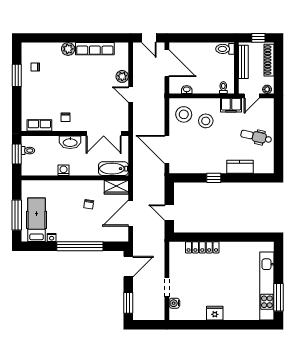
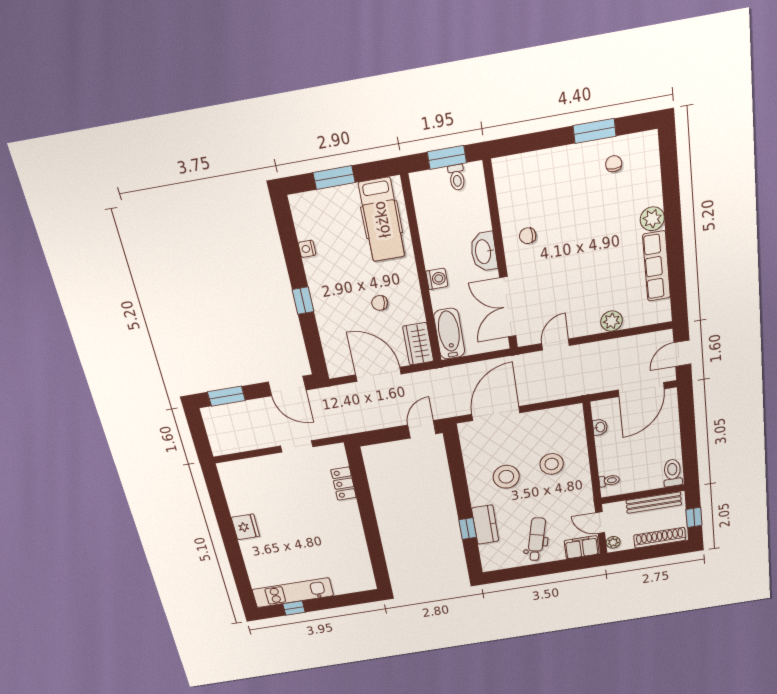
door: (131, 95) -> (555, 345), moved
filing cabinet: (231, 105) -> (582, 547), moved, turned 90
stool: (184, 114) -> (506, 477), moved
row of seats: (39, 125) -> (506, 191), removed
washing machine: (64, 170) -> (437, 279), moved
window: (214, 178) -> (468, 529), moved
door: (169, 213) -> (422, 429), moved
window: (17, 215) -> (334, 178), width x0.69
hospital bed: (37, 220) -> (382, 220), moved, turned 90
window: (80, 246) -> (303, 301), width x0.32
locker: (202, 247) -> (344, 484), width x0.66
kitchen unit: (267, 286) -> (293, 593), width x0.73
doorway: (167, 287) -> (297, 446), moved
window: (279, 297) -> (294, 608), width x0.46
water cooler: (174, 303) -> (245, 466), removed

